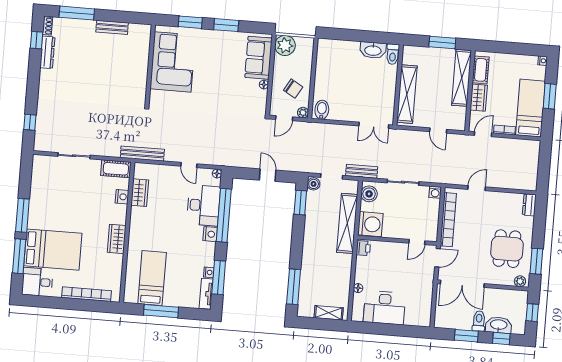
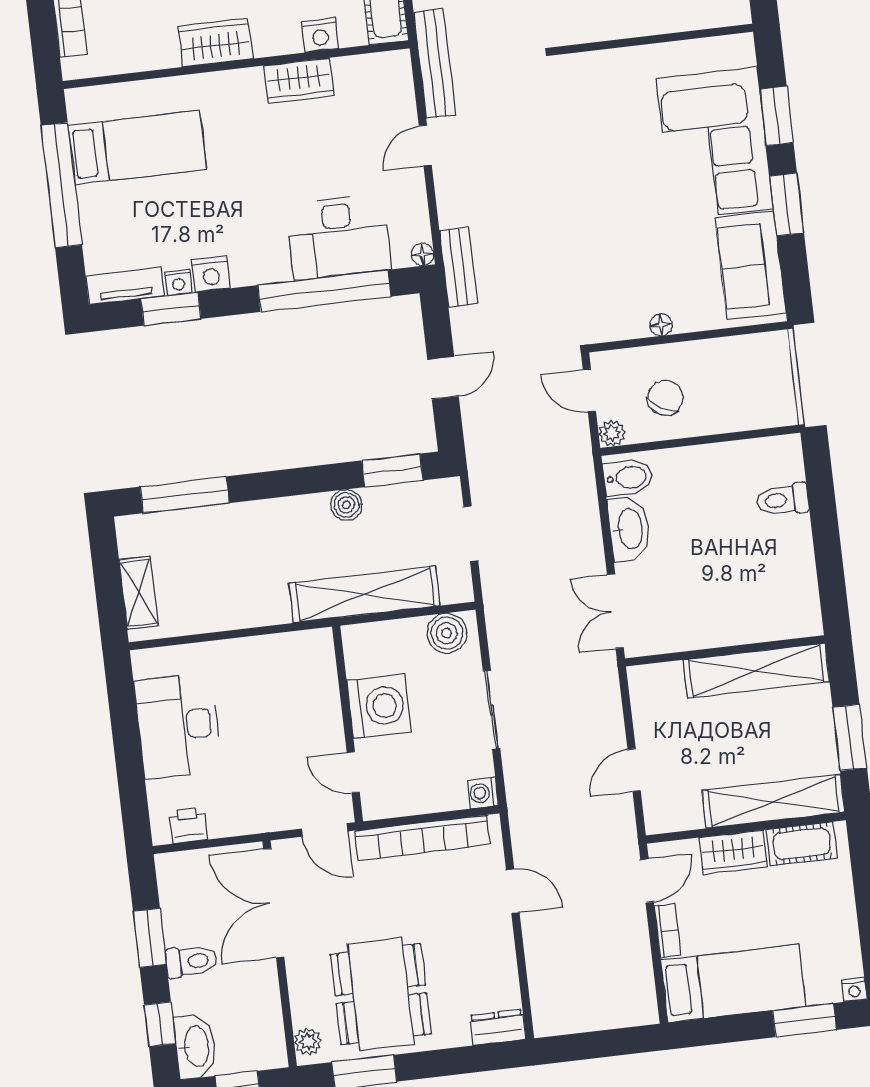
plant: (285, 45) -> (766, 357), removed
washbasin: (373, 50) -> (629, 529), moved, turned 180
toilet: (393, 54) -> (783, 500), moved
sofa: (258, 58) -> (751, 265), moved, turned -90
corner sofa: (173, 62) -> (715, 143), moved, turned 90
chair: (293, 89) -> (665, 398), turned 180
shelving: (407, 94) -> (756, 671), moved
window: (550, 96) -> (805, 1020), moved
door: (483, 134) -> (647, 881), hinge flipped
door: (189, 165) -> (425, 145), moved
bench: (362, 171) -> (458, 267), moved
boiler: (314, 184) -> (346, 505), moved
wardrobe: (140, 193) -> (299, 81), moved
washing machine: (370, 224) -> (379, 706), moved, turned -90
nightstand: (210, 234) -> (211, 274), moved
printer: (363, 248) -> (188, 825), moved, turned 180
dining table: (507, 249) -> (381, 994), width x1.38
window: (219, 277) -> (171, 309), width x0.69
floor lamp: (358, 288) -> (213, 652), removed
window: (161, 311) -> (61, 185), width x1.46
washbasin: (499, 325) -> (195, 1046), moved

